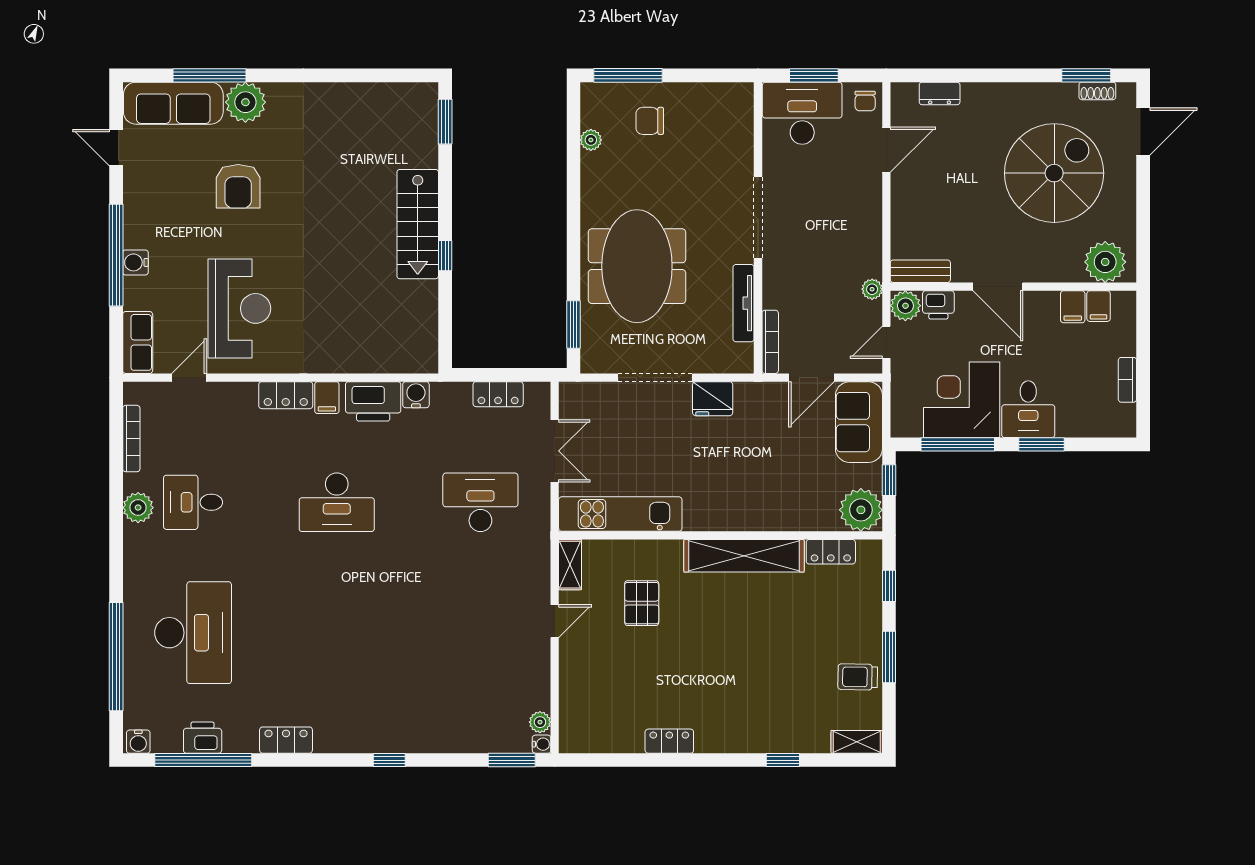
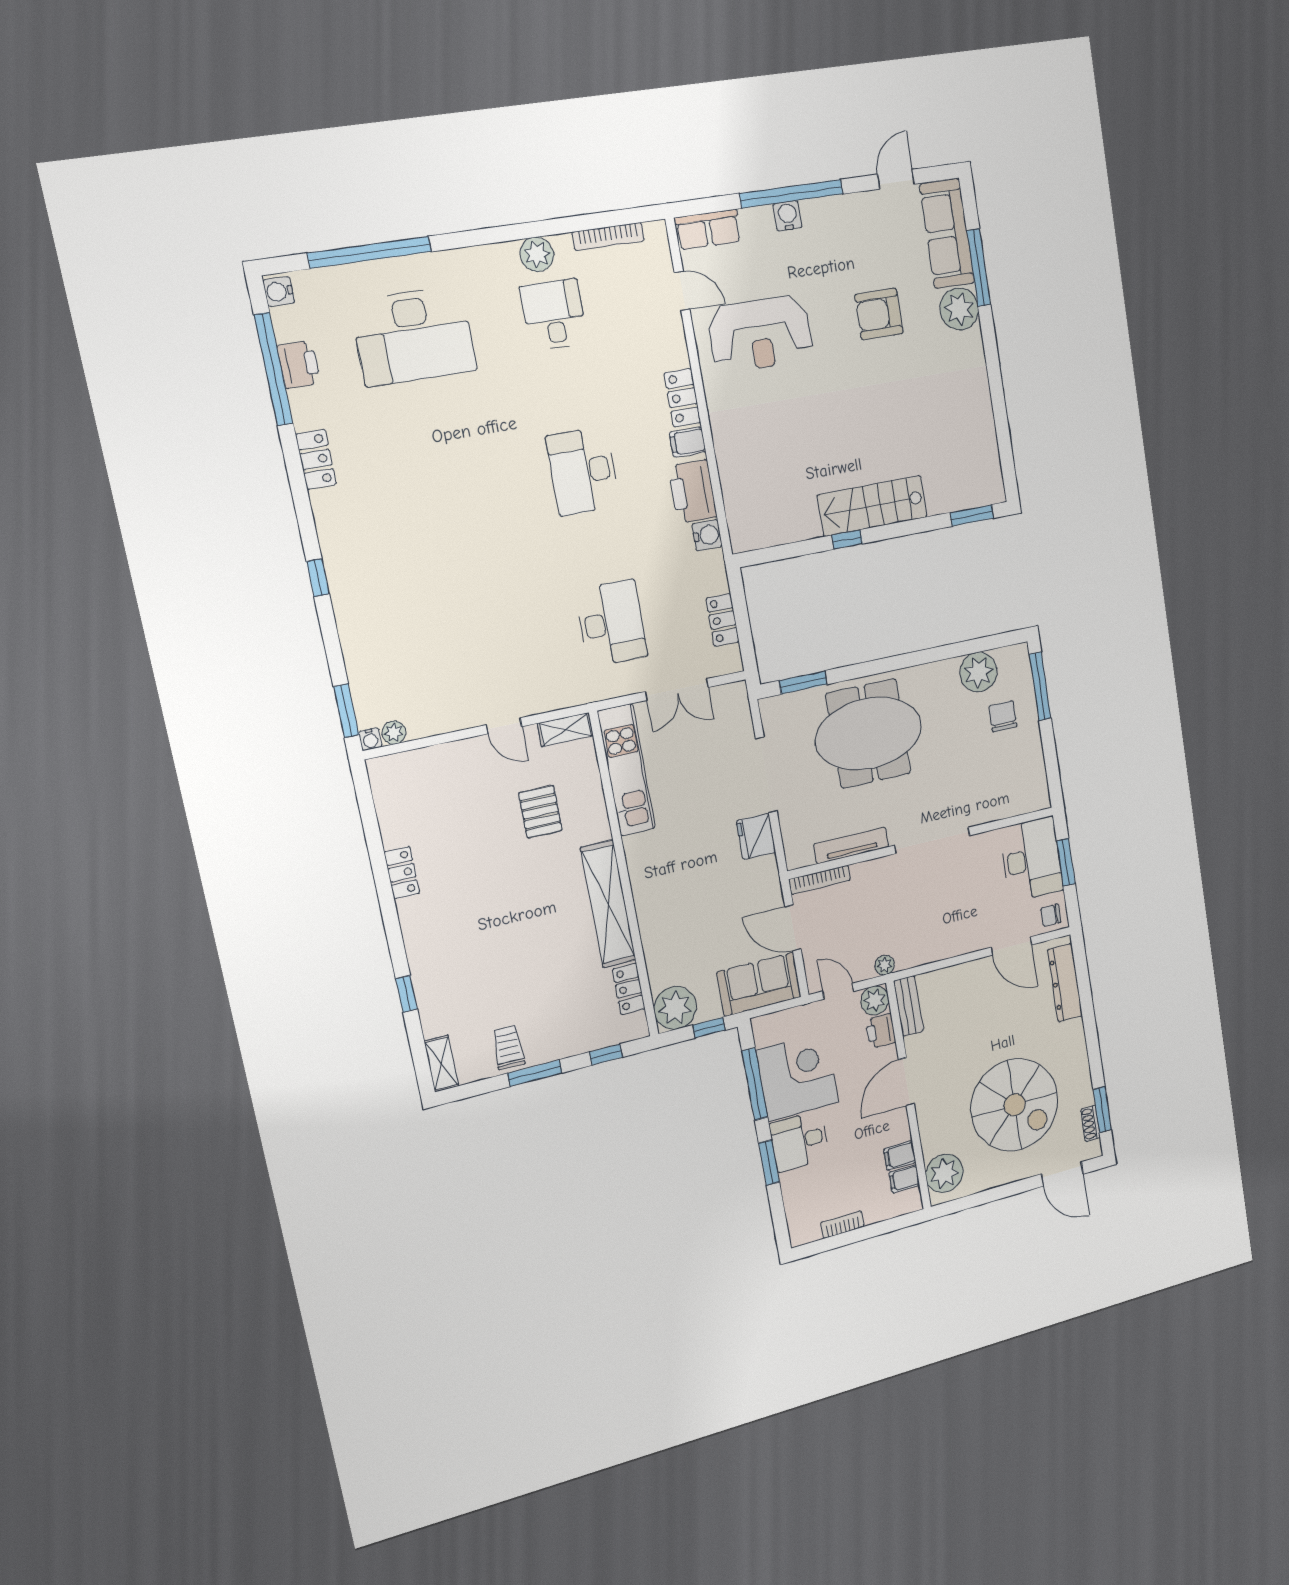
dresser: (940, 93) -> (1065, 983), width x1.96, depth x1.24
plant: (591, 140) -> (978, 672), width x1.88, depth x1.88
pallet: (642, 603) -> (540, 812), turned 90

